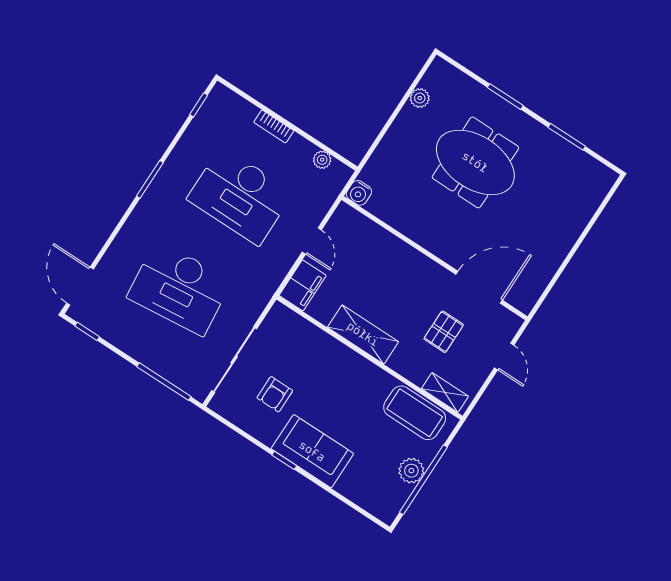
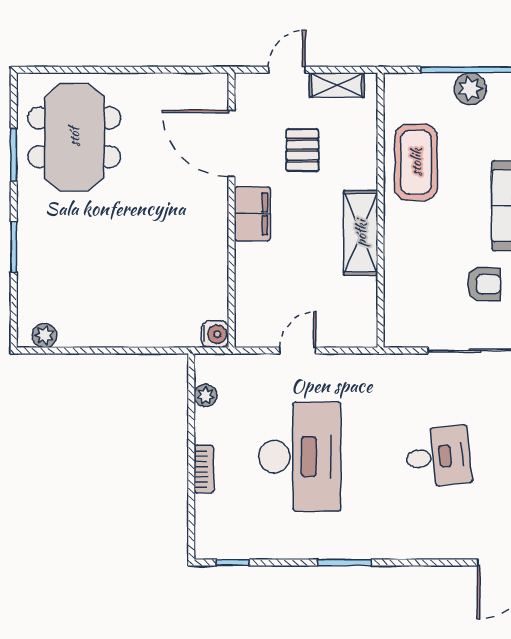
plant: (420, 98) -> (45, 336), moved
meeting table: (475, 162) -> (74, 137), moved
filing cabinet: (303, 285) -> (252, 214), moved, turned 90
desk: (180, 288) -> (438, 457), width x0.53, depth x0.77
pallet: (444, 332) -> (302, 150), turned 90
shelving: (445, 393) -> (337, 85), moved, turned 90
coffee table: (415, 413) -> (416, 162), moved

